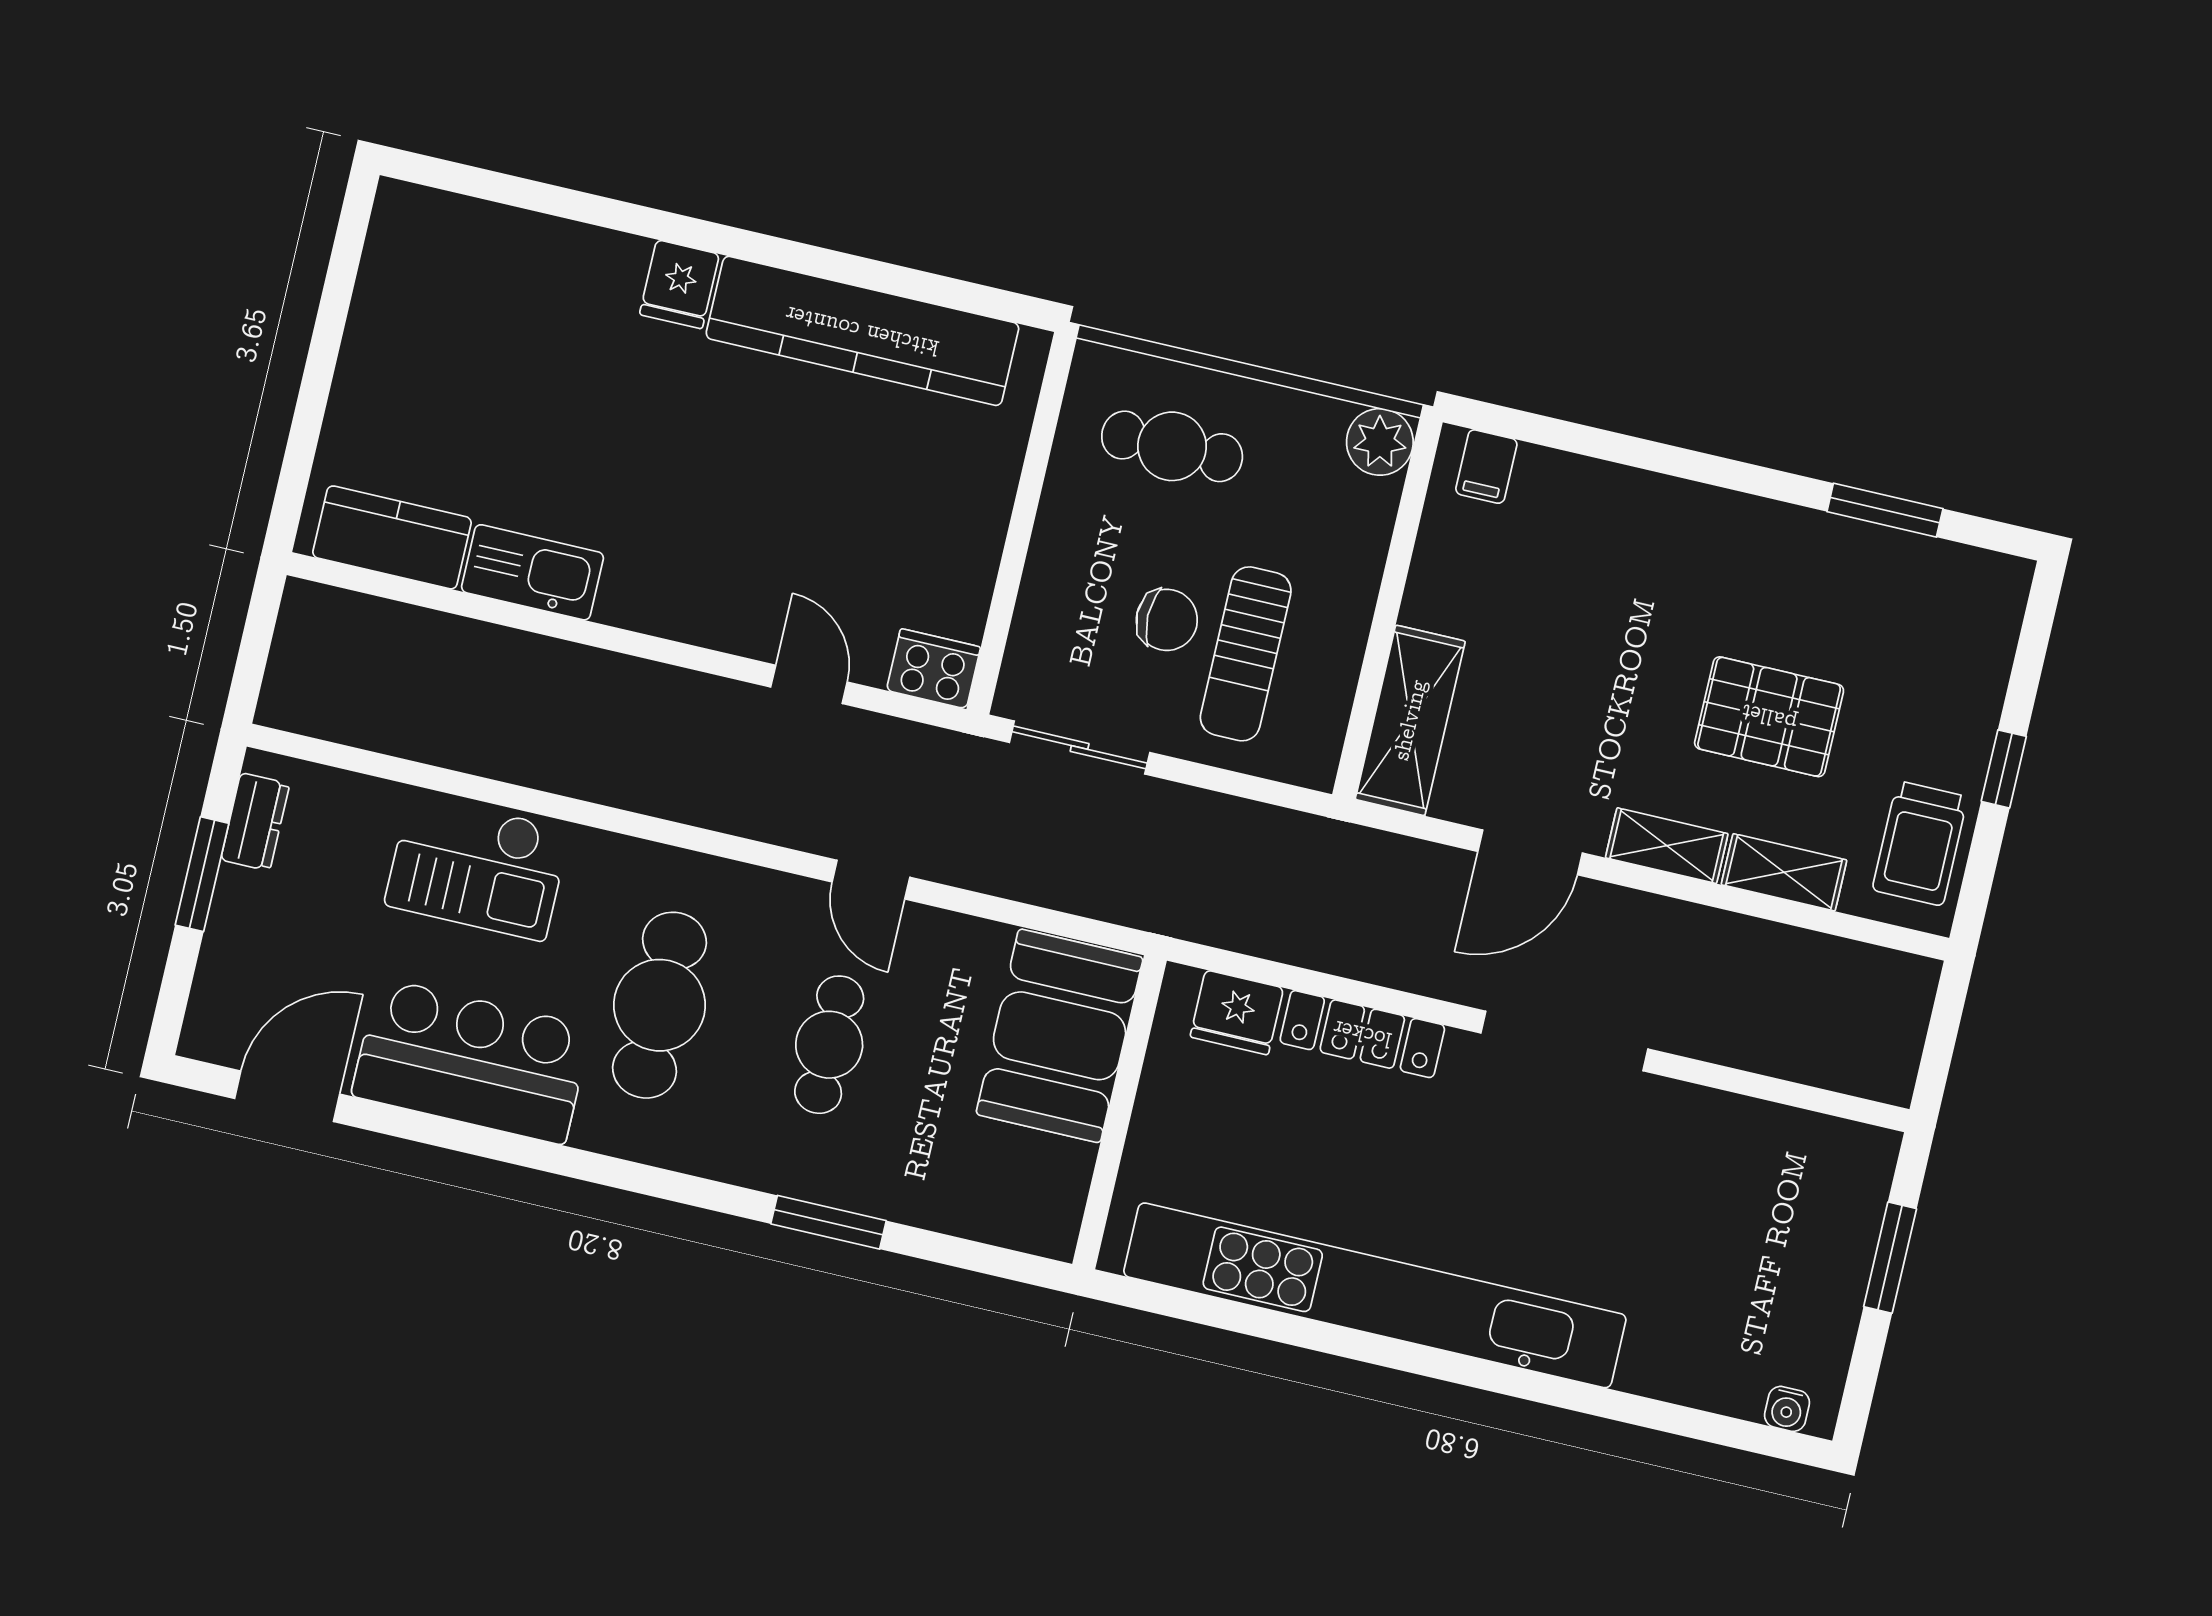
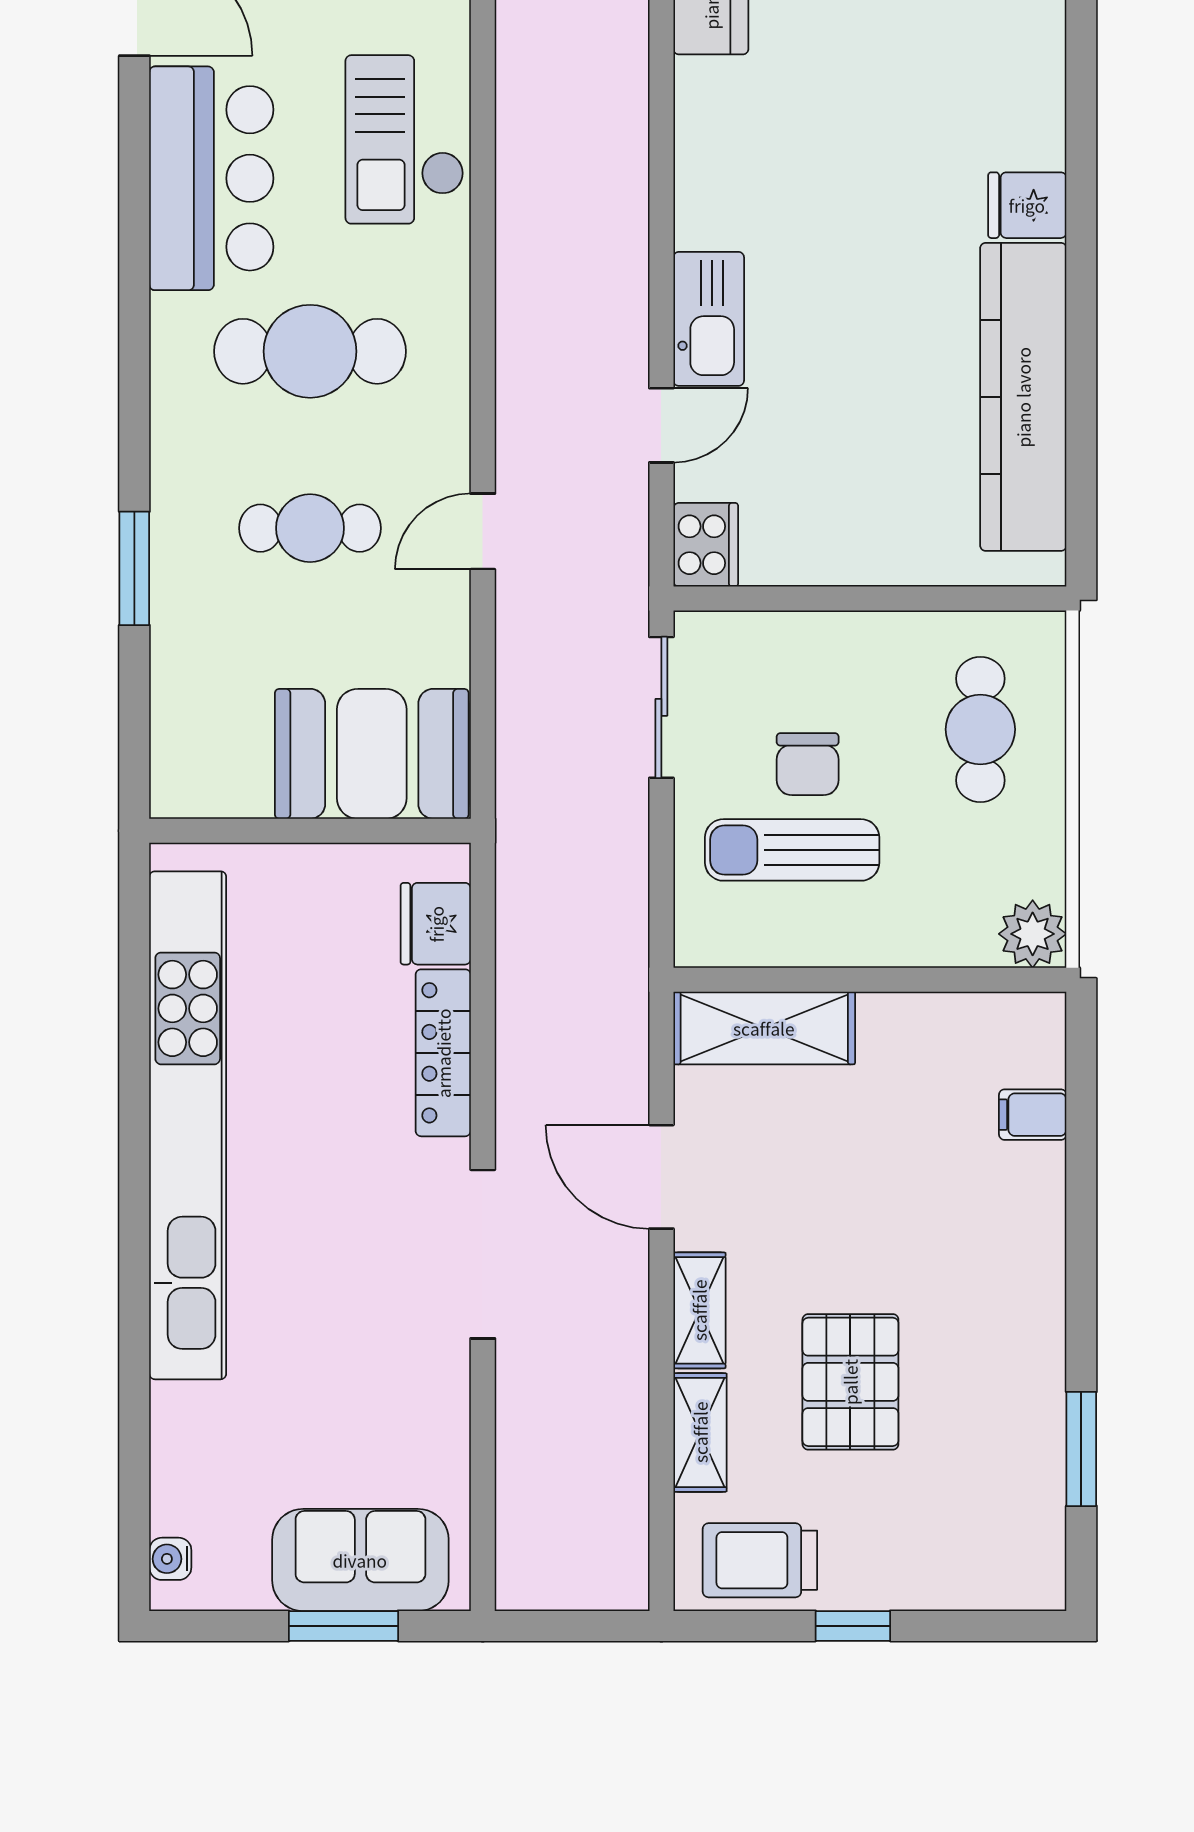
filing cabinet: (1486, 467) -> (1033, 1115), moved
kitchen sink: (532, 572) -> (709, 319), moved
sofa: (1831, 1227) -> (360, 1560), added

